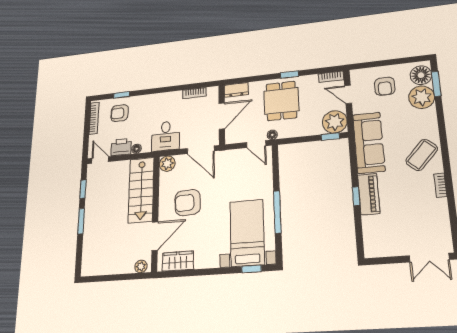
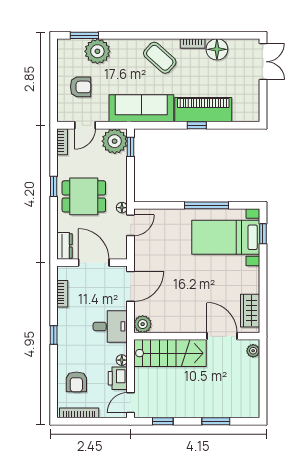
floor lamp: (421, 75) -> (217, 49), moved
window: (122, 95) -> (54, 335), moved
piano: (369, 194) -> (203, 110), width x1.37, depth x1.33
armchair: (188, 203) -> (189, 301), removed
window: (81, 221) -> (216, 421), moved

